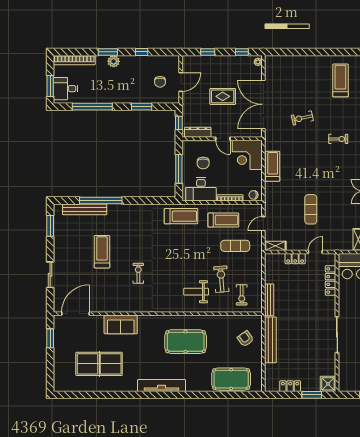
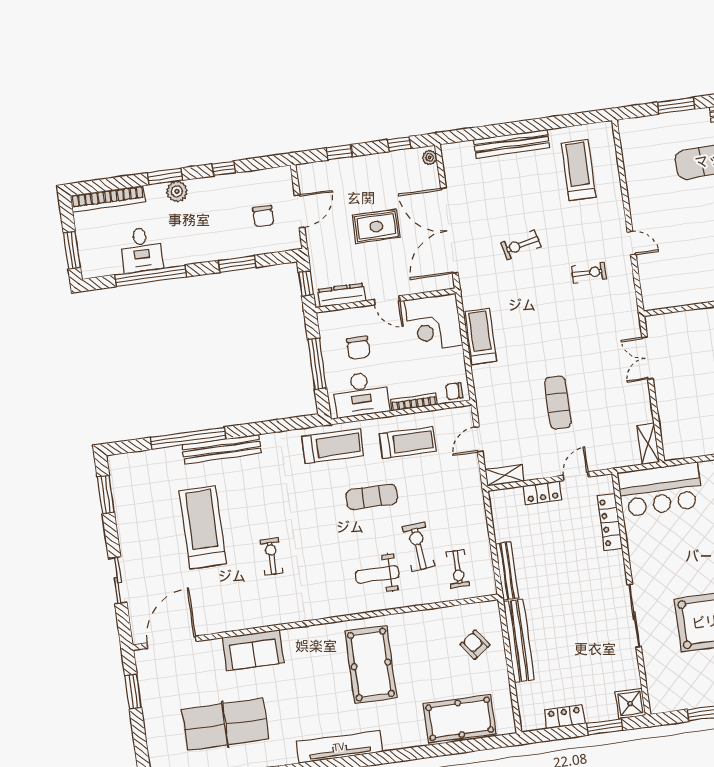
bench: (305, 61) -> (512, 144), added
desk: (66, 89) -> (141, 250), moved, turned -90
bench: (85, 209) -> (222, 449), moved
exercise mat: (235, 246) -> (372, 497), moved
treadmill: (102, 252) -> (203, 527), width x1.37, depth x1.38
pool table: (186, 342) -> (371, 664), turned 90

